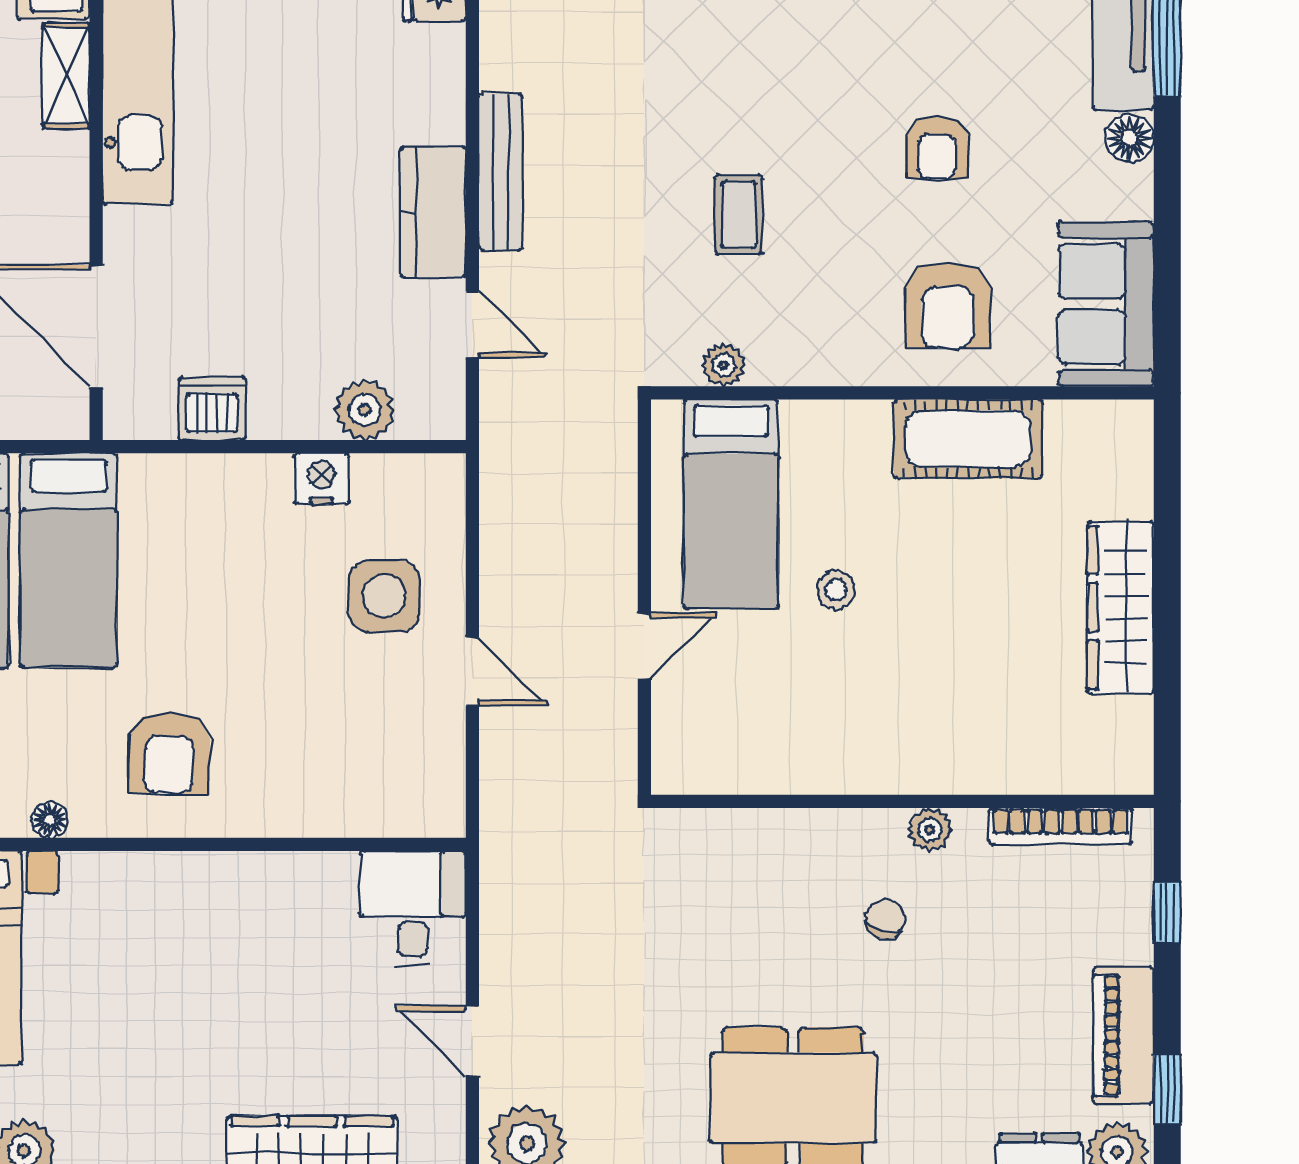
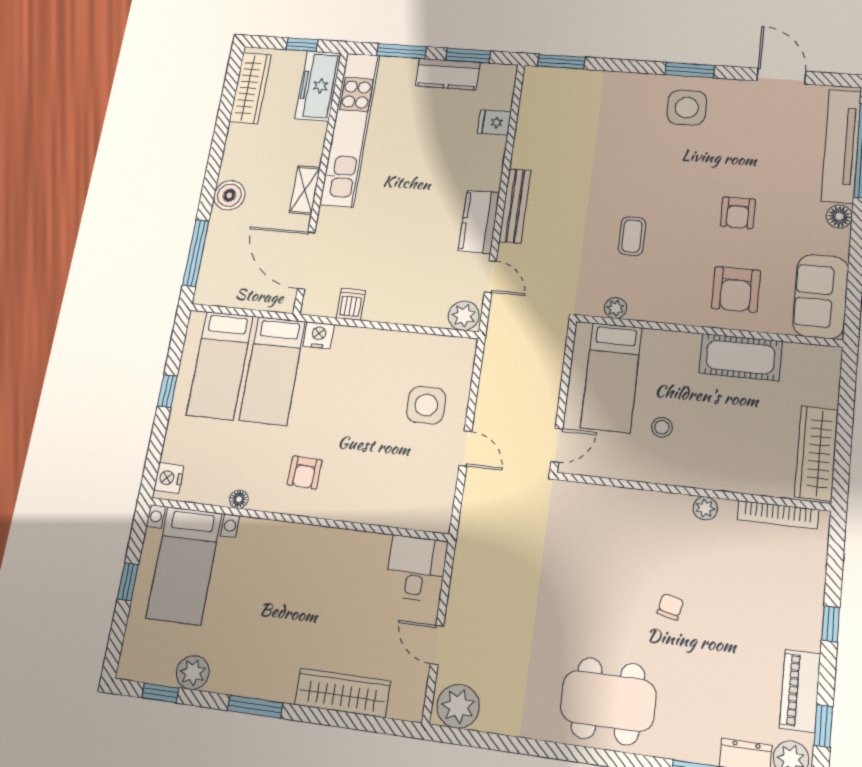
shelving: (66, 76) -> (305, 190), moved
dishwasher: (212, 409) -> (351, 304), width x0.73
plant: (365, 410) -> (464, 316), moved
nightstand: (322, 479) -> (319, 335), moved
armchair: (169, 753) -> (305, 472), width x0.72, depth x0.72
wall: (902, 801) -> (692, 491), moved
bookcase: (1061, 826) -> (778, 515), moved
plant: (930, 830) -> (705, 508), moved

